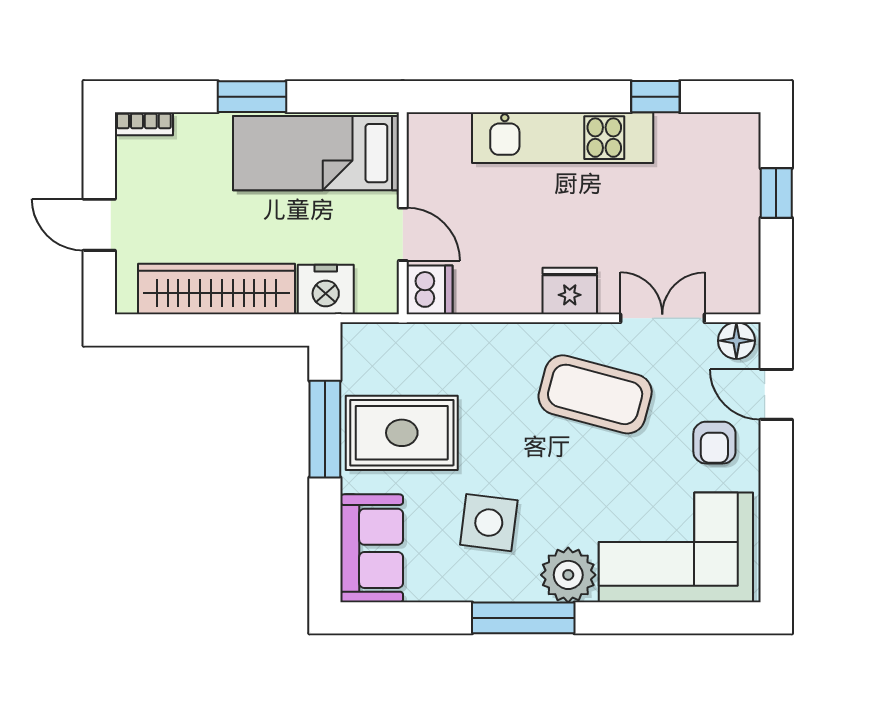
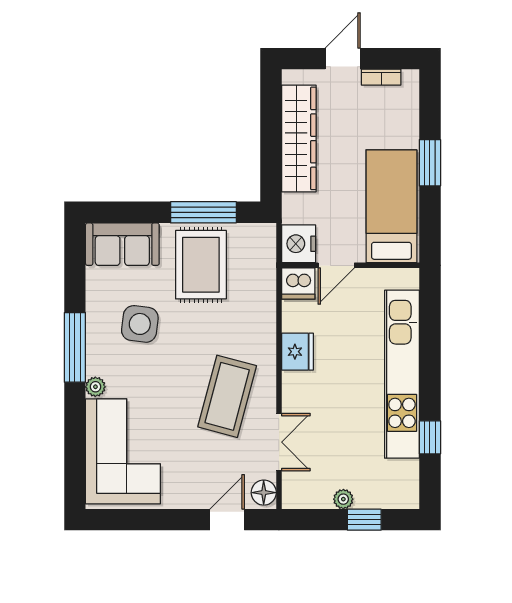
bookcase: (144, 124) -> (381, 77), moved, turned -90
kitchen unit: (563, 138) -> (402, 374), width x1.36
plant: (746, 224) -> (343, 499), added
nightstand: (326, 289) -> (299, 244), moved
fridge: (570, 291) -> (297, 352), moved
armchair: (714, 443) -> (194, 478), removed
plant: (568, 575) -> (95, 387), width x0.53, depth x0.53

